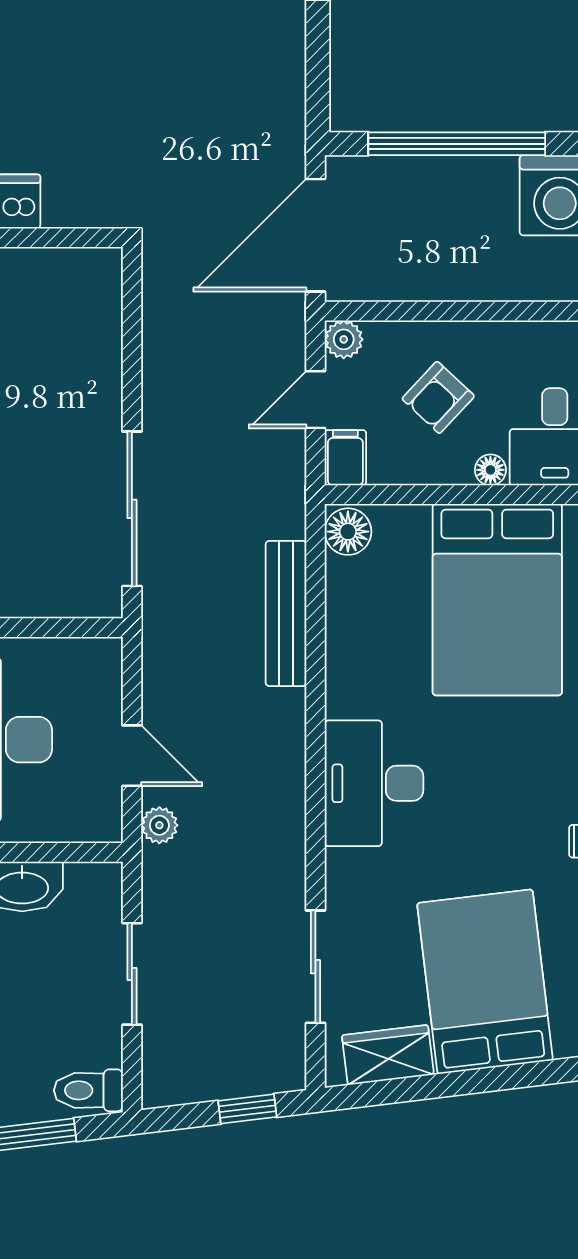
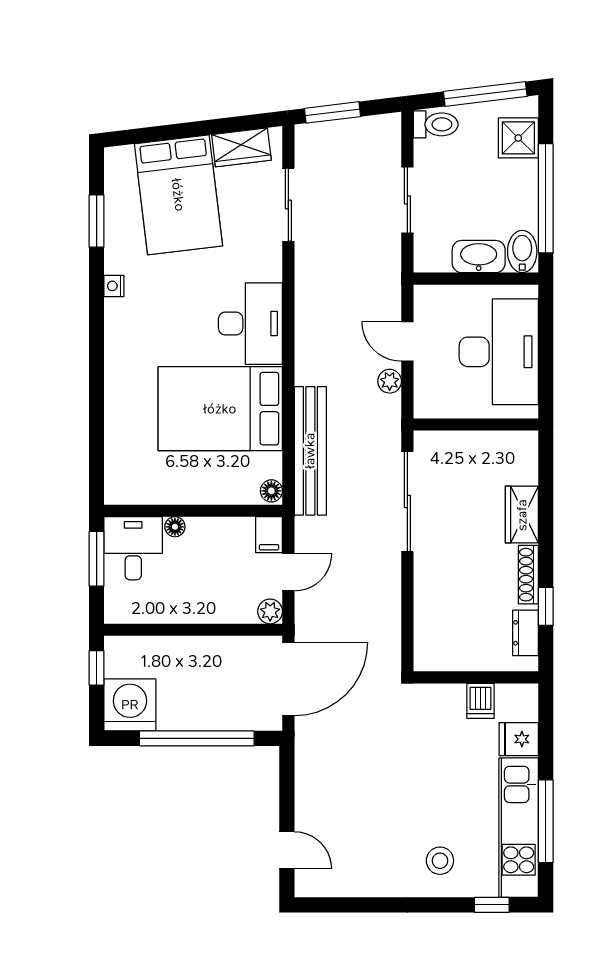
armchair: (438, 397) -> (209, 574), removed
floor lamp: (348, 532) -> (271, 491), width x0.73, depth x0.73
bed: (497, 600) -> (220, 409), moved, turned -90
bench: (286, 613) -> (310, 451), width x1.37, depth x1.21
plant: (159, 825) -> (390, 381), moved
window: (247, 1109) -> (332, 112), width x1.50

